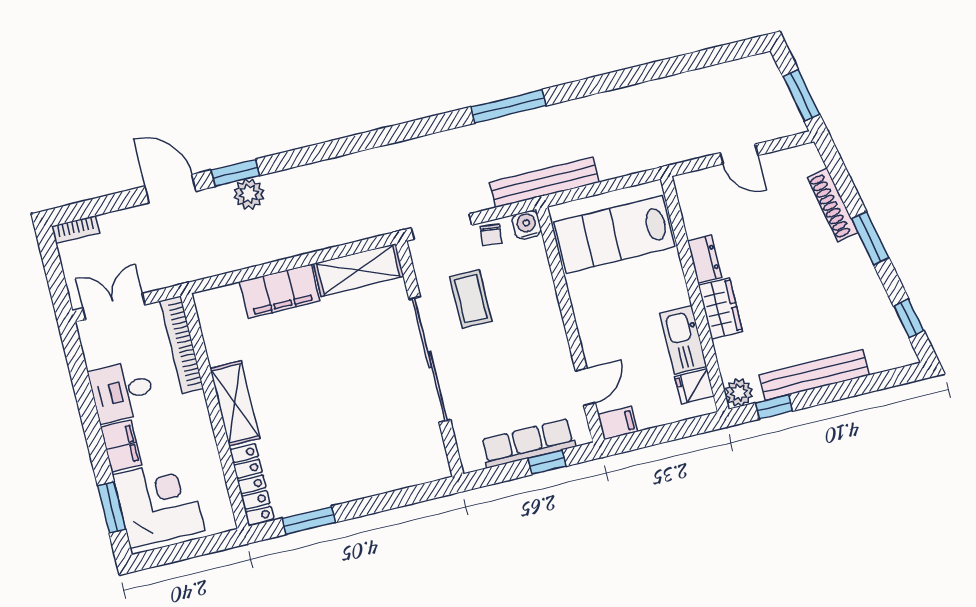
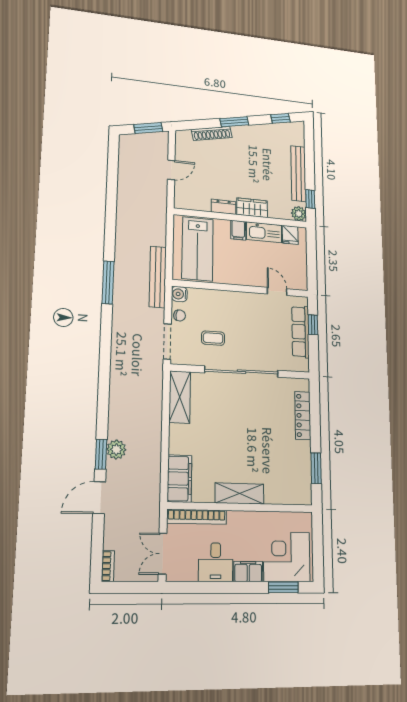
filing cabinet: (280, 291) -> (180, 479), moved
coffee table: (471, 299) -> (213, 338), width x0.73, depth x0.77
filing cabinet: (618, 423) -> (238, 230), moved, turned 180
locker: (252, 484) -> (303, 416), moved, turned -90

